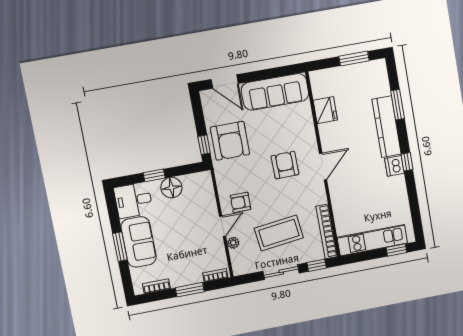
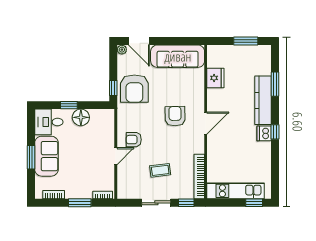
coffee table: (279, 233) -> (160, 170), width x0.54, depth x0.58
plant: (233, 243) -> (122, 50), moved

